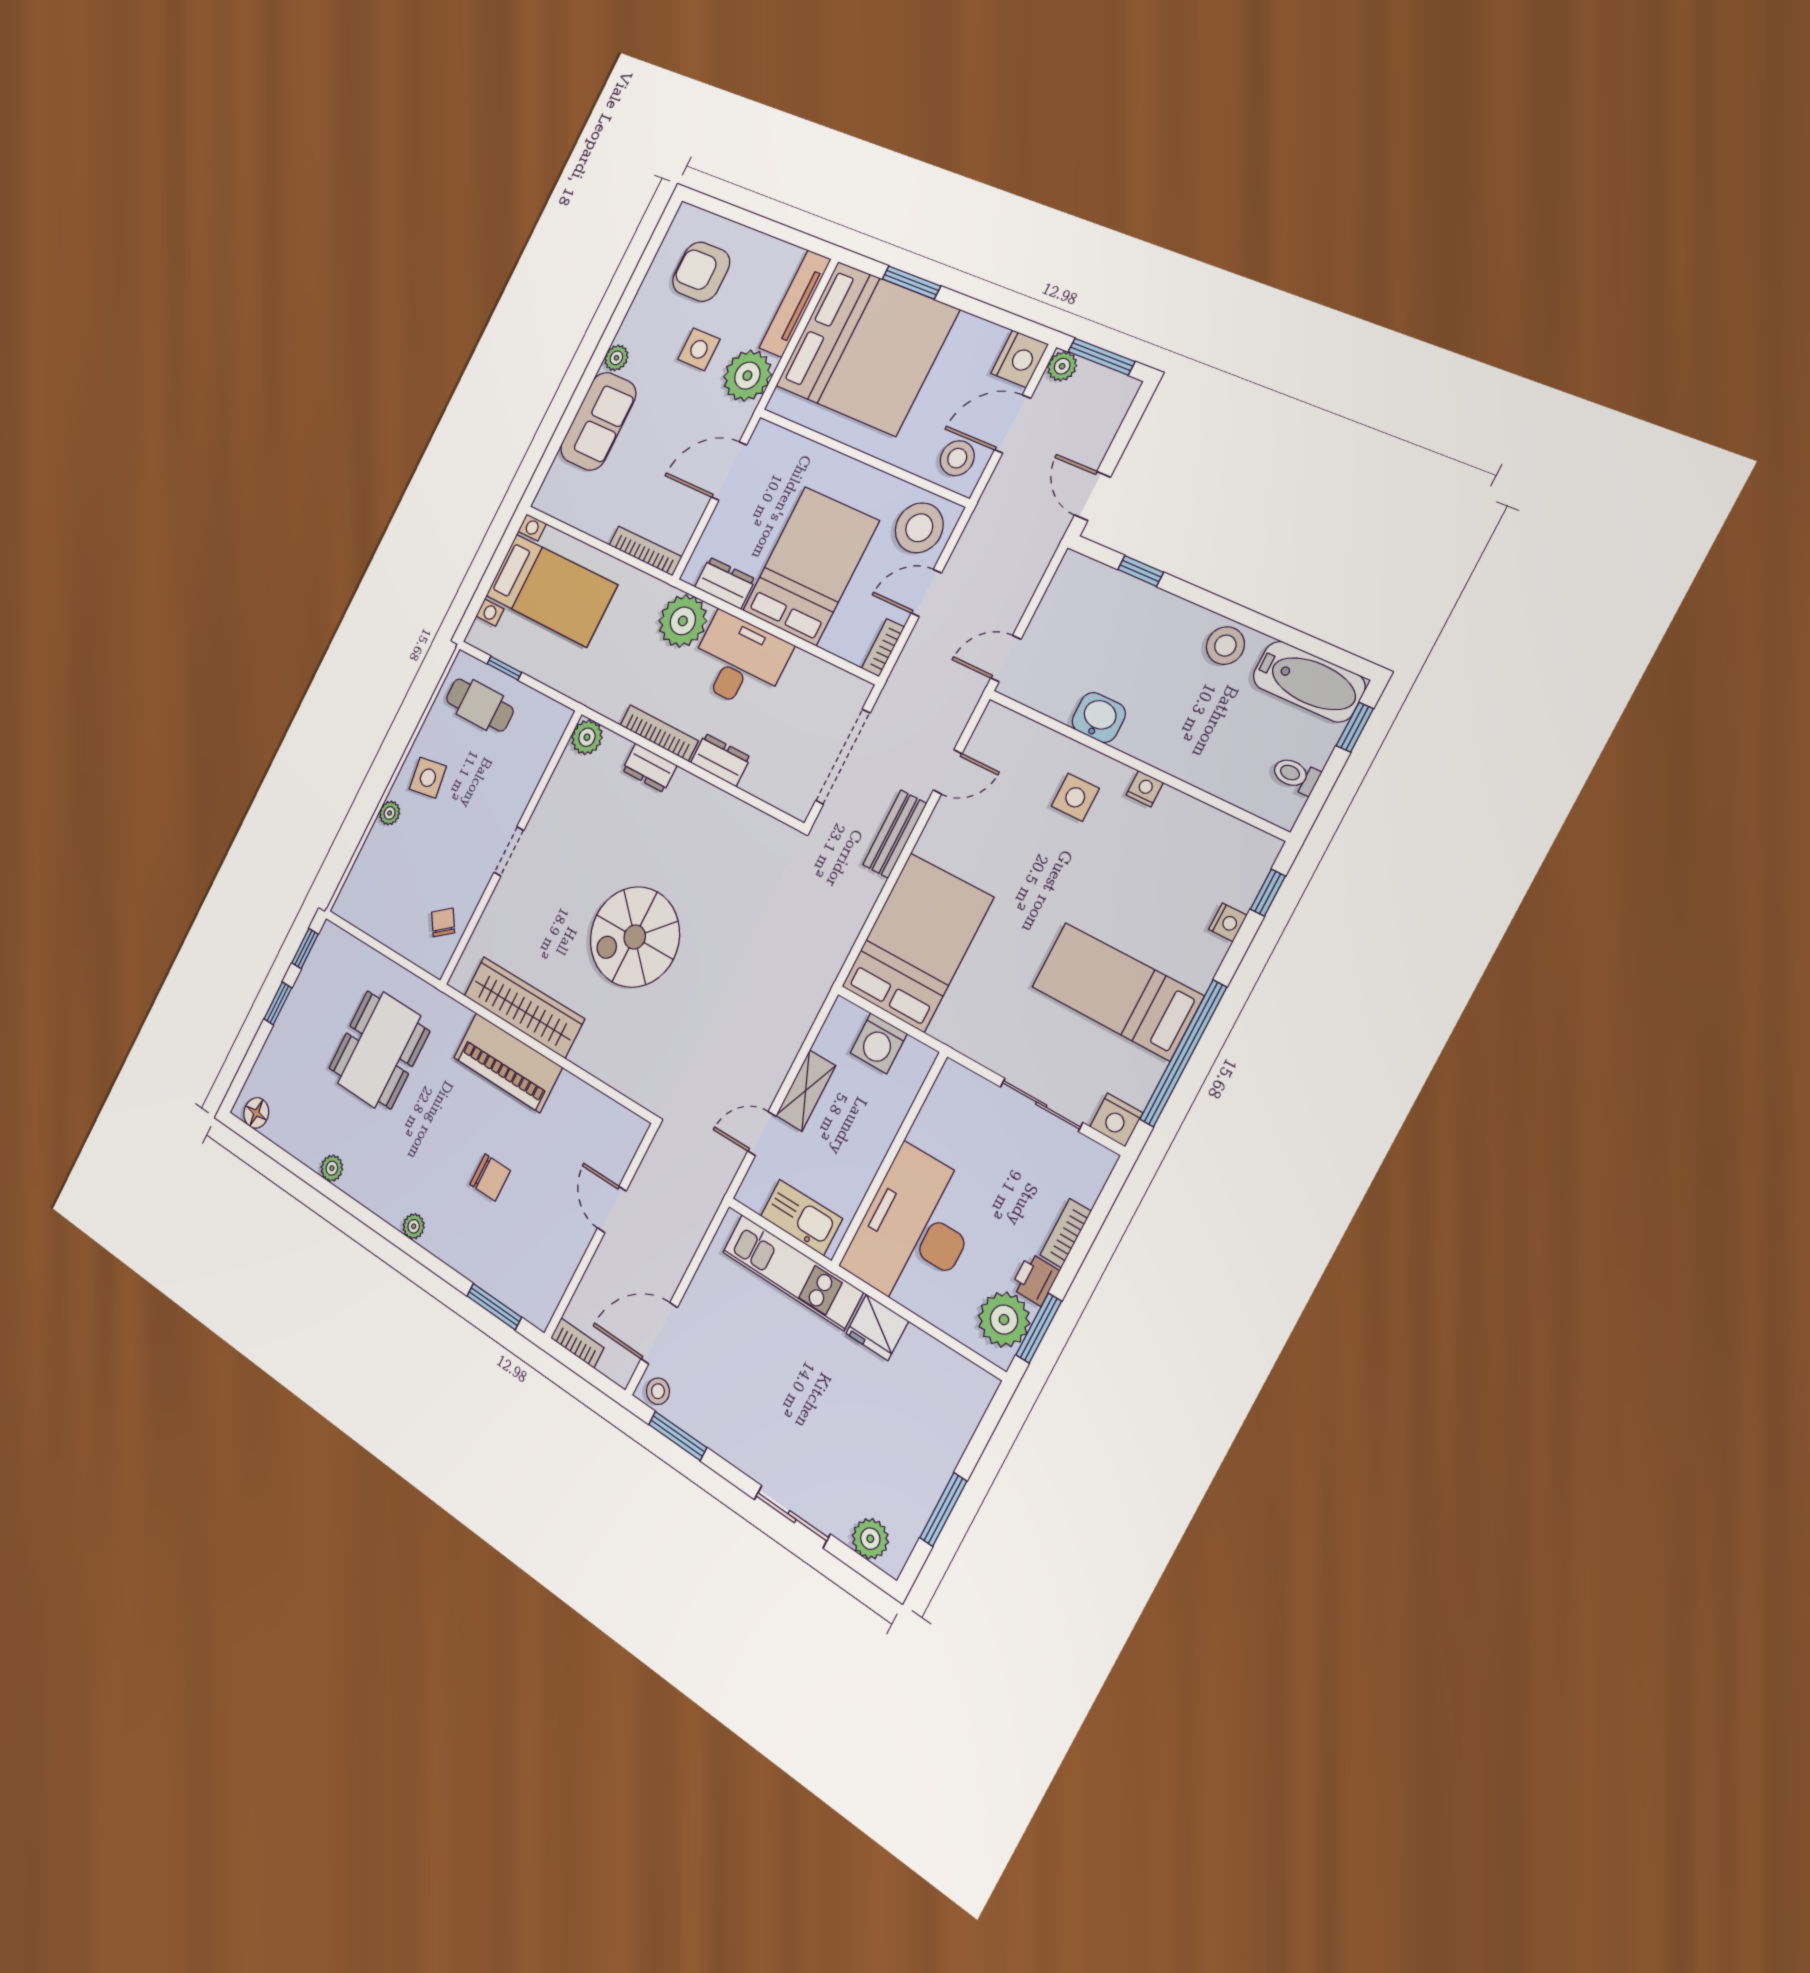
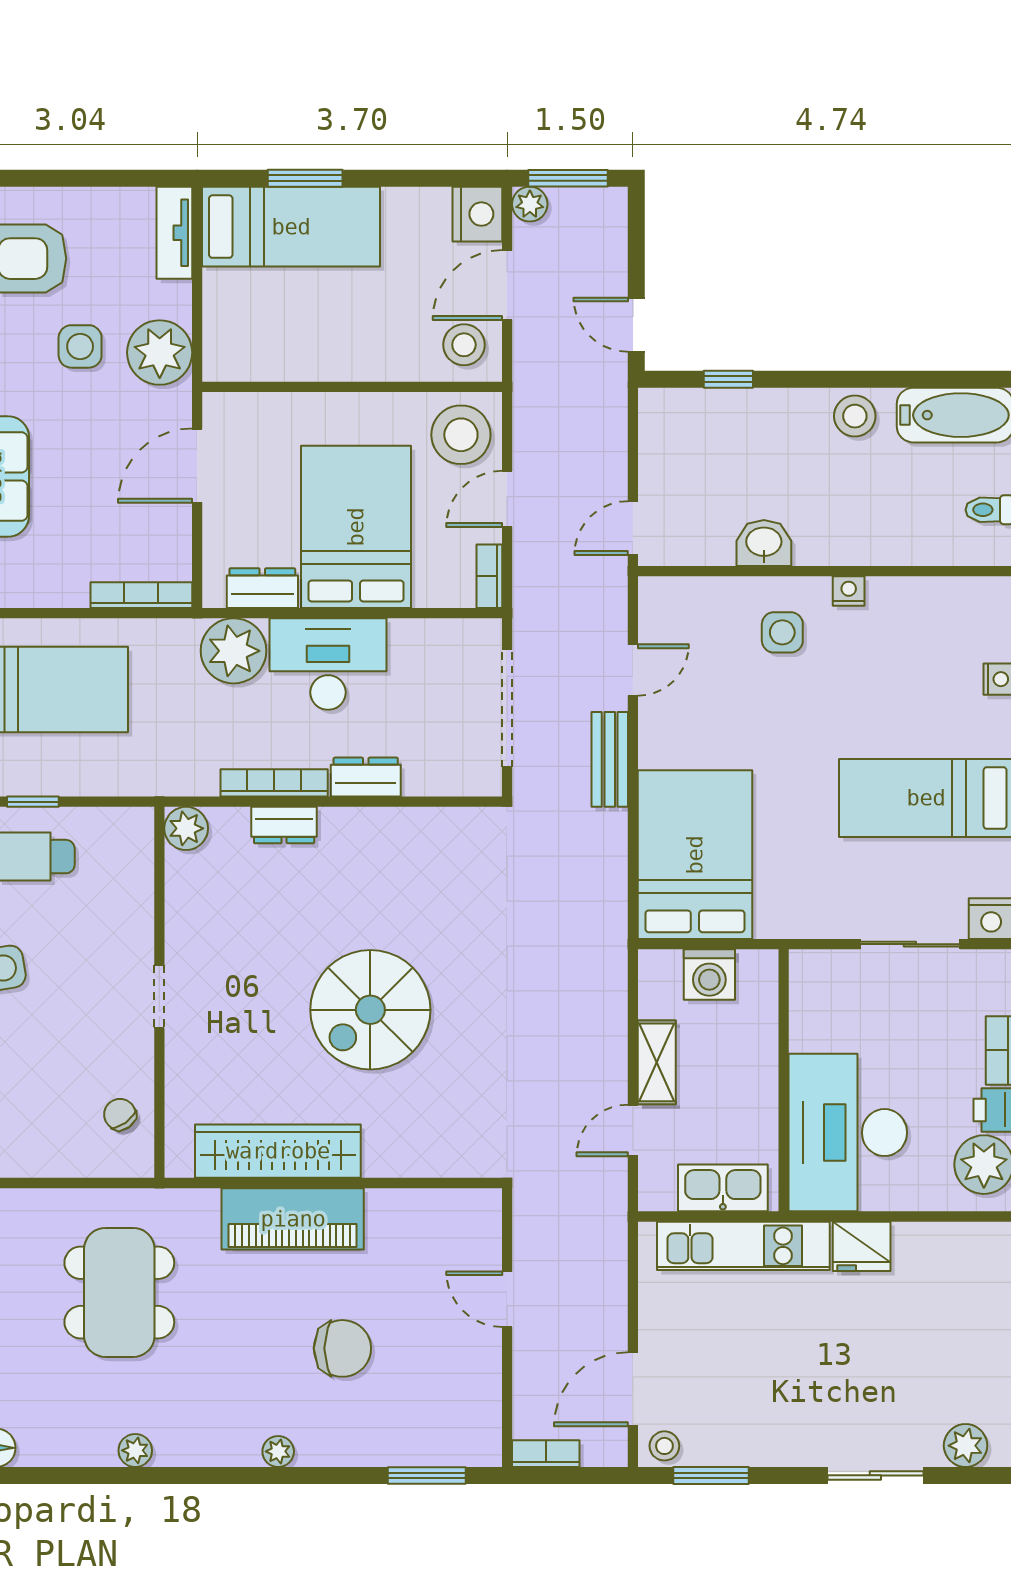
tv unit: (795, 304) -> (174, 233), width x0.71
bed: (867, 348) -> (291, 227), width x0.49
chair: (490, 1177) -> (342, 1348), width x1.37, depth x1.37

